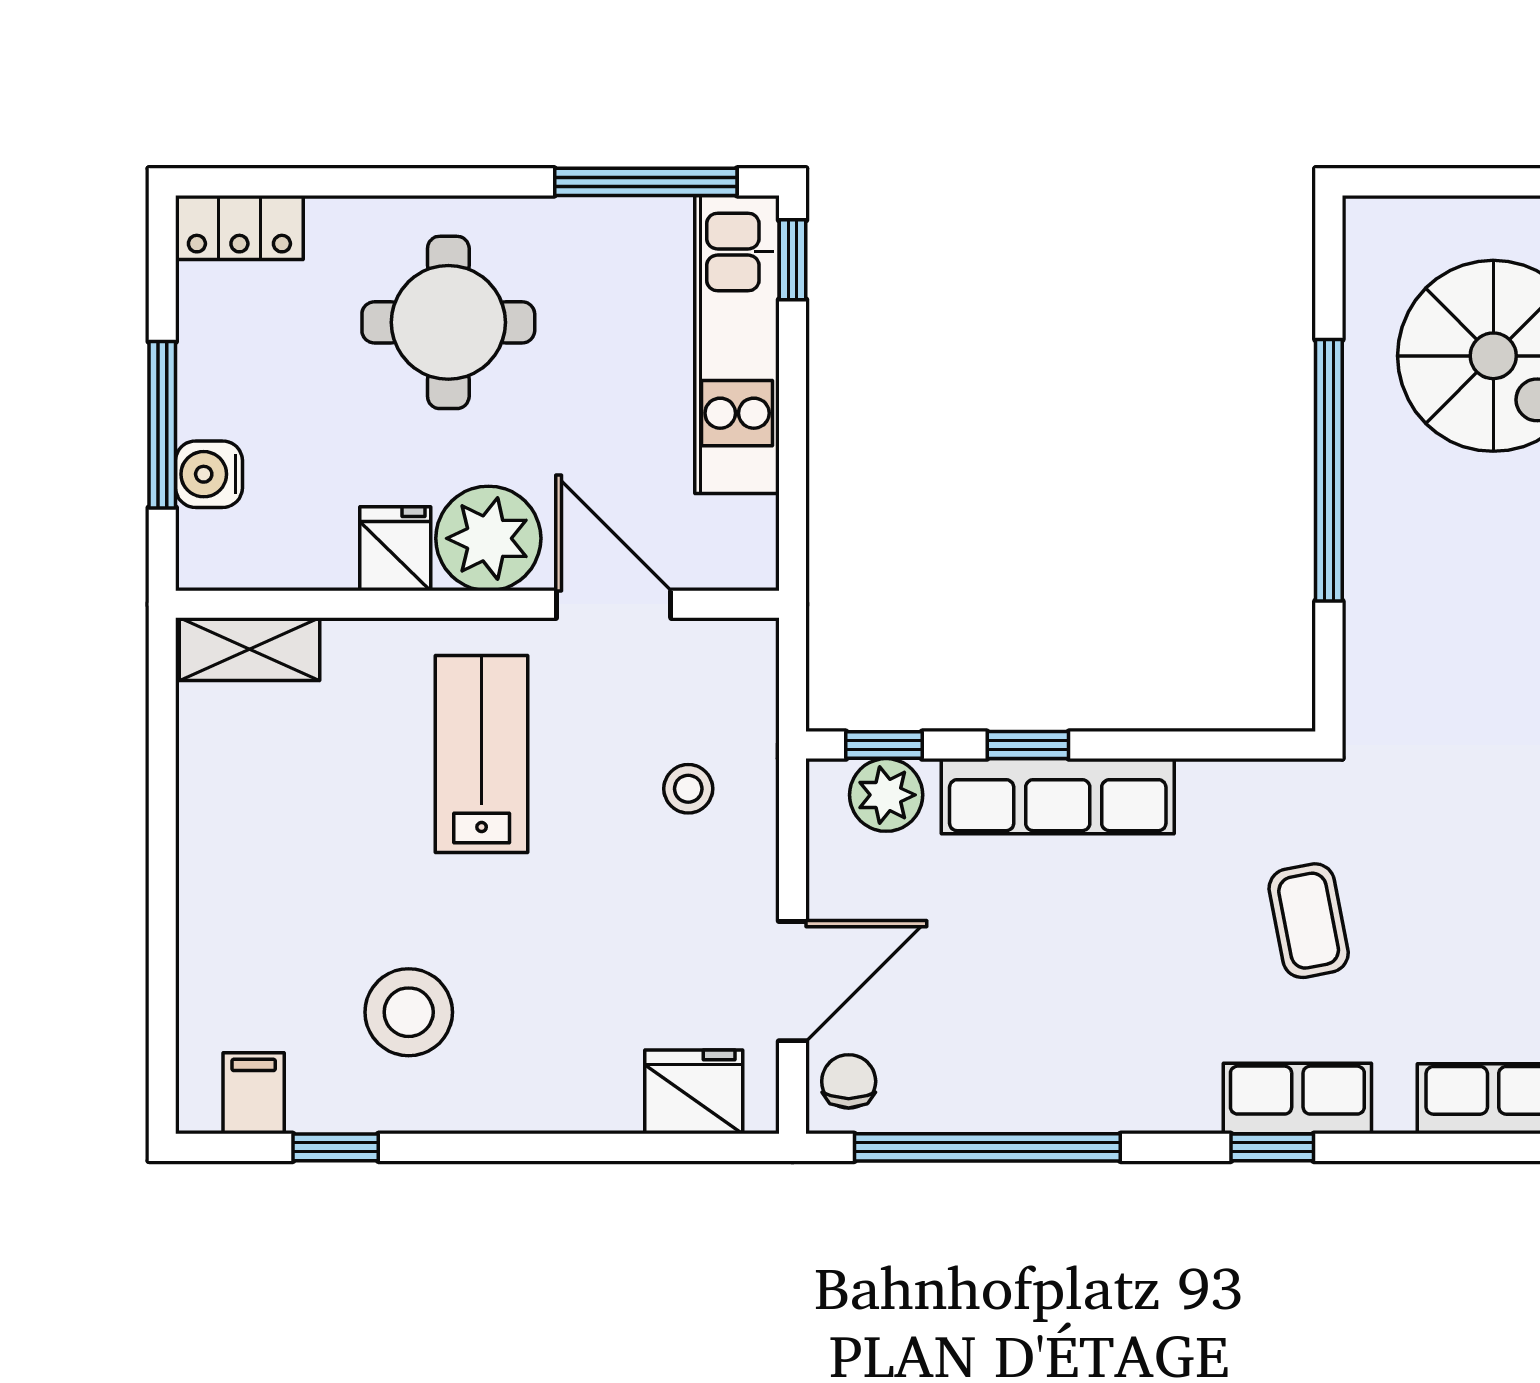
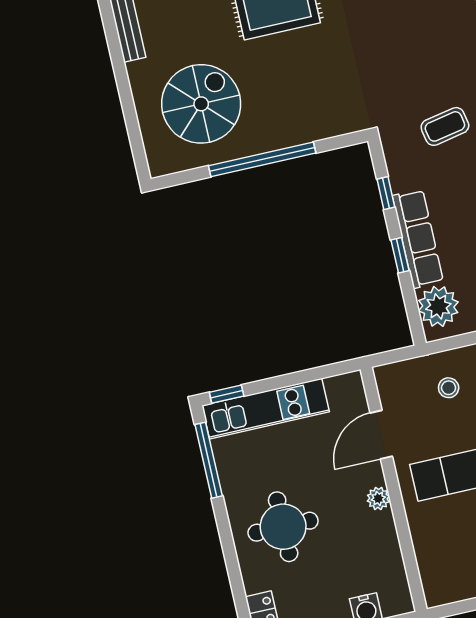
plant: (488, 538) -> (378, 498), width x0.53, depth x0.53
fridge: (395, 549) -> (379, 527), removed
shelving: (249, 649) -> (433, 577), removed
window: (884, 745) -> (386, 193), moved
plant: (886, 795) -> (438, 306), width x1.36, depth x1.36

